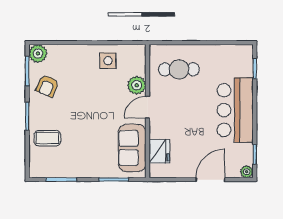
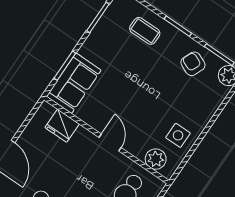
plant: (137, 85) -> (156, 159), moved
coffee table: (47, 138) -> (145, 31), turned 90
sofa: (132, 148) -> (74, 83), moved, turned 90

